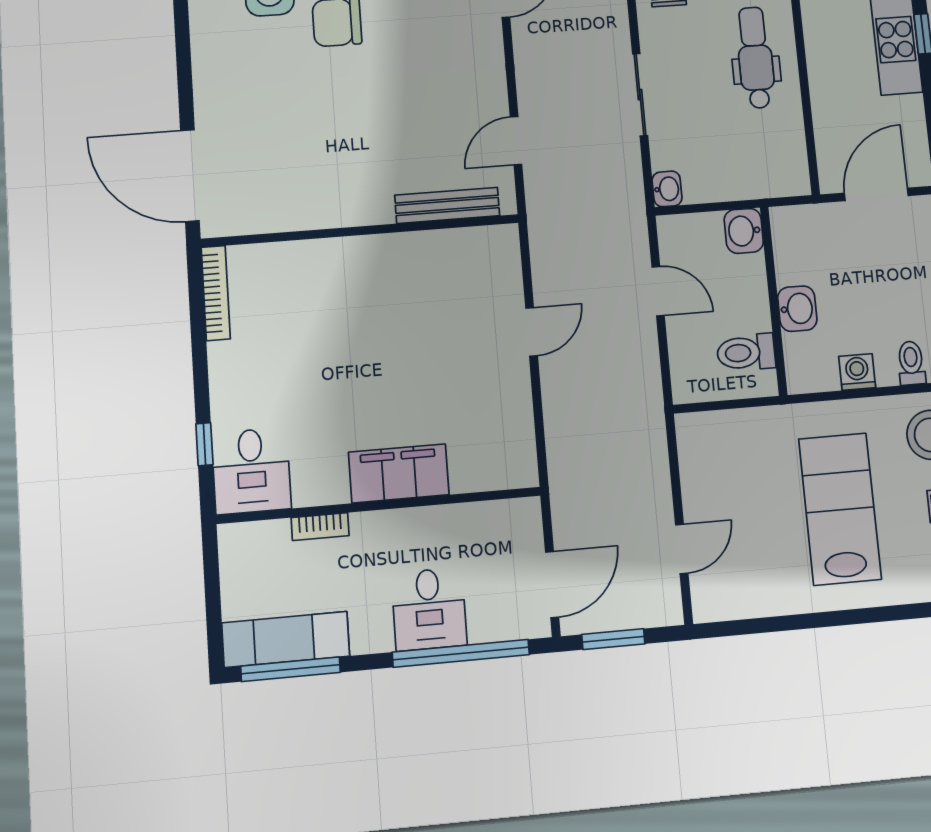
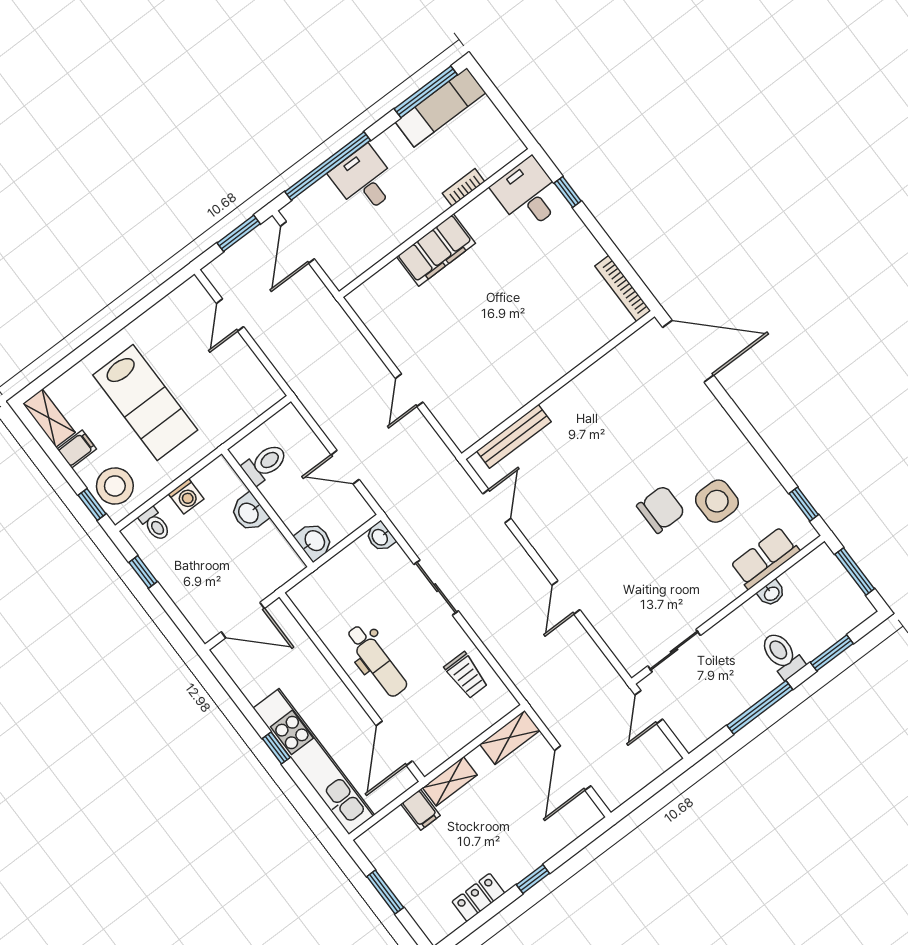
door: (876, 194) -> (243, 620), hinge flipped

